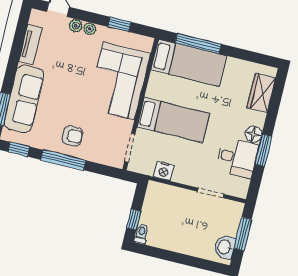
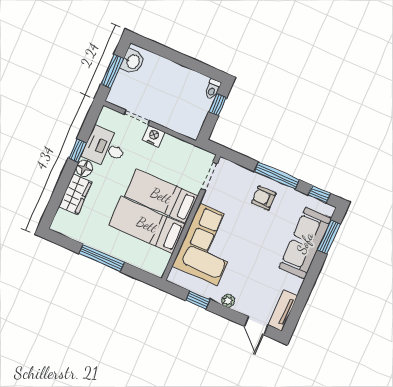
plant: (76, 26) -> (241, 306), removed
window: (198, 44) -> (102, 258), moved
tv unit: (30, 45) -> (283, 310), moved
bed: (189, 63) -> (147, 225), moved
wardrobe: (261, 93) -> (75, 194), moved
window: (263, 150) -> (77, 151), width x0.67
nightstand: (164, 171) -> (154, 136), moved

